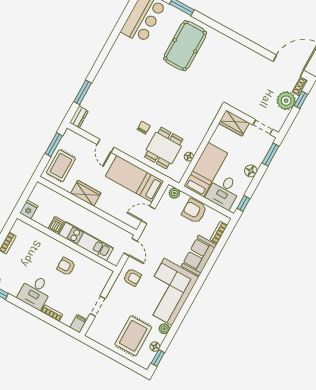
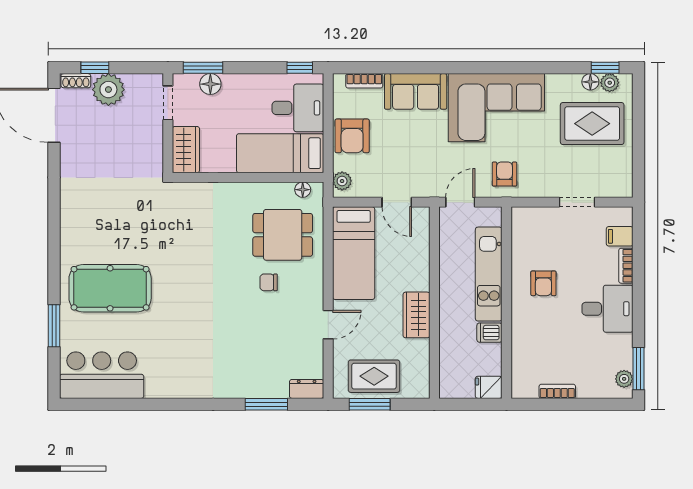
floor lamp: (189, 157) -> (303, 190), moved
rug: (61, 166) -> (374, 376), moved
floor lamp: (251, 171) -> (210, 84), moved
filing cabinet: (78, 324) -> (620, 236), moved
plant: (164, 329) -> (610, 83), moved

